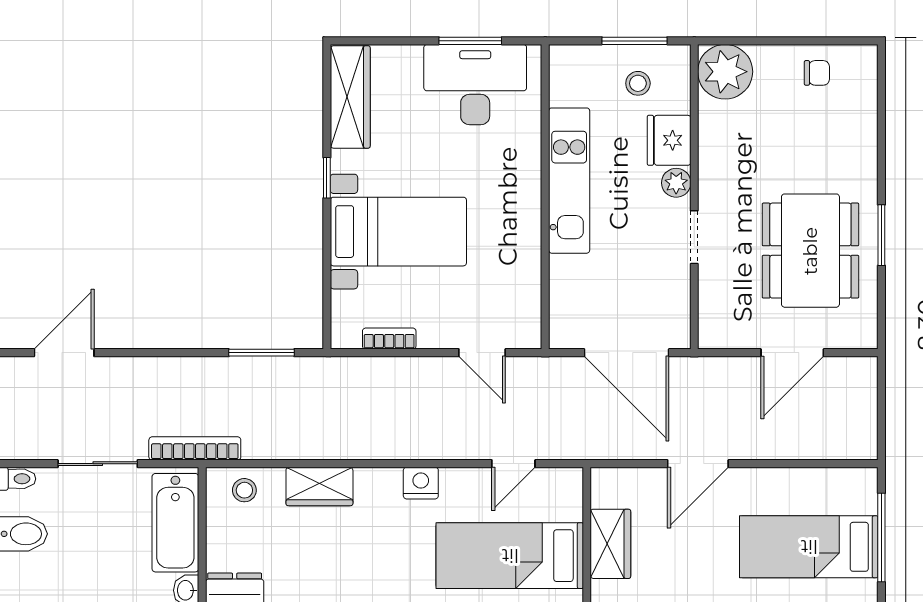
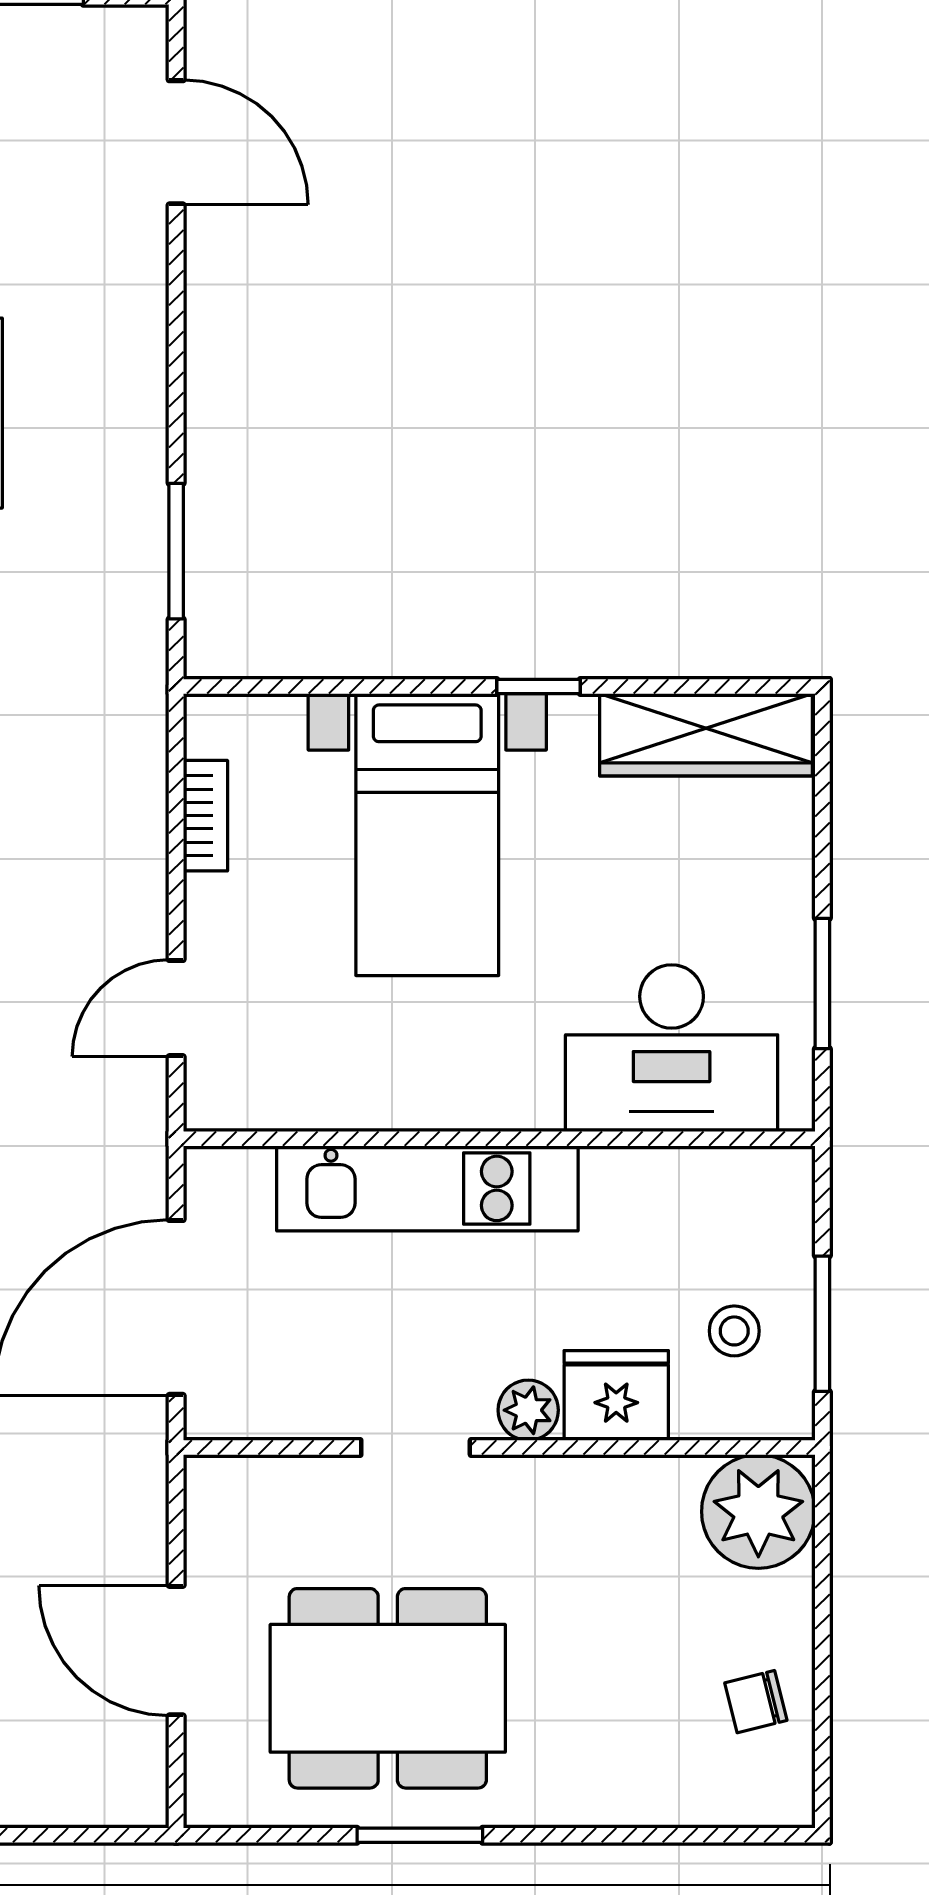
chair: (817, 73) -> (756, 1702), turned 76
desk: (475, 85) -> (672, 1048), moved, turned 90
kitchen unit: (569, 181) -> (427, 1188), moved

